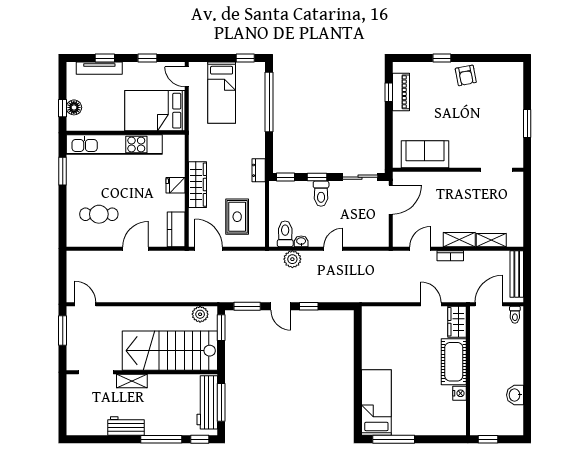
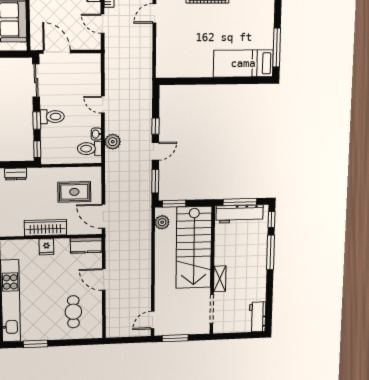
dresser: (259, 170) -> (16, 174), moved
door: (209, 249) -> (103, 216), hinge flipped
workbench: (126, 426) -> (257, 317), moved

